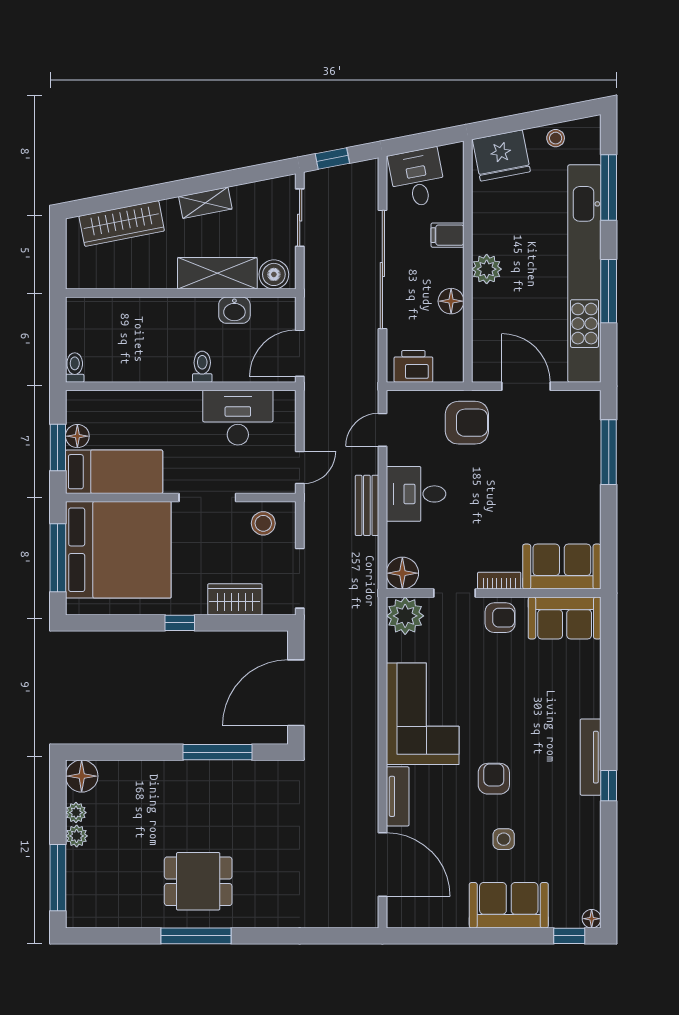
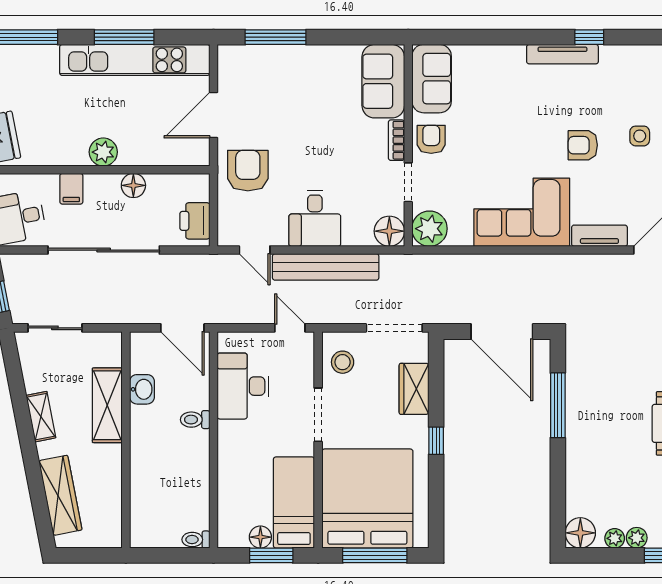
boiler: (274, 274) -> (108, 352), removed
kitchen unit: (584, 274) -> (135, 60), width x0.73
bench: (367, 505) -> (326, 267), width x1.86, depth x1.21

